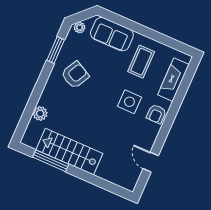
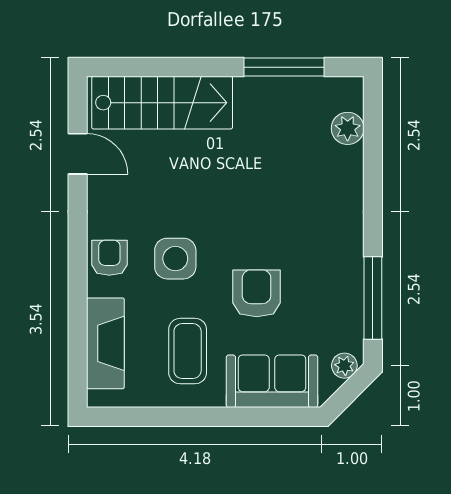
window: (56, 50) -> (373, 298), width x1.44
armchair: (75, 75) -> (257, 293), moved, turned 152
plant: (40, 114) -> (348, 128), moved
stairs: (69, 152) -> (162, 103), moved

